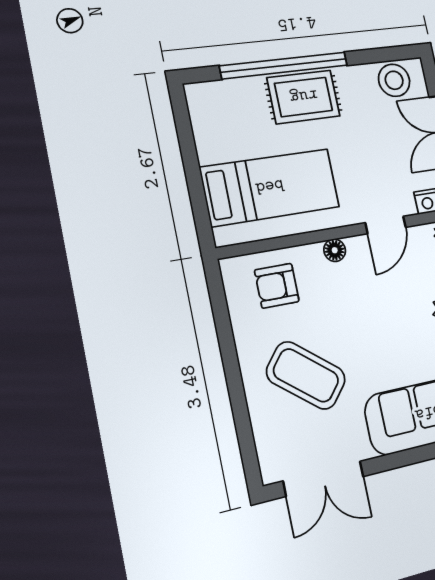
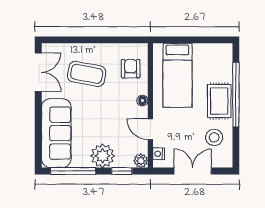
stool: (394, 80) -> (214, 137), moved
coffee table: (306, 375) -> (87, 74), turned 62
double door: (324, 479) -> (38, 72), swing flipped

